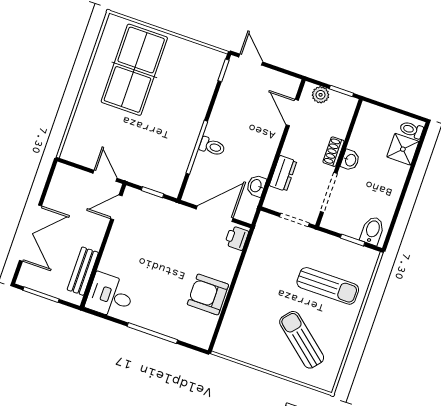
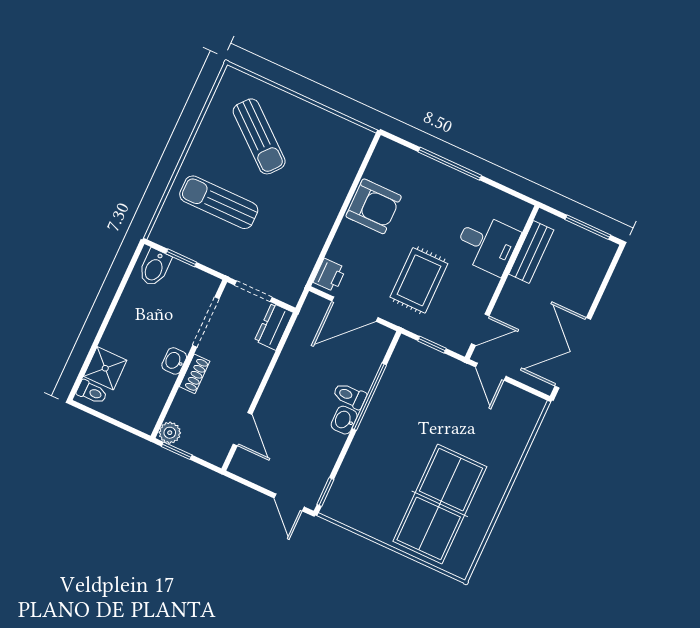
plant: (321, 95) -> (170, 433), moved
dresser: (283, 173) -> (274, 327), moved
washbasin: (256, 186) -> (344, 420), moved, turned 180
double door: (30, 233) -> (573, 353), moved
rug: (167, 241) -> (419, 280), added
desk: (110, 296) -> (487, 244), moved

